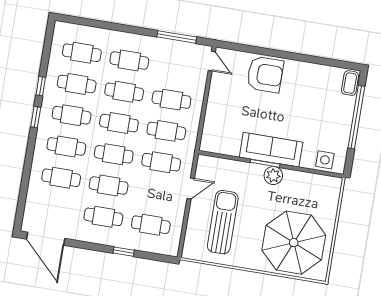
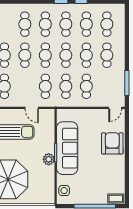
armchair: (265, 74) -> (112, 143), turned 180
sofa: (271, 150) -> (67, 148), width x1.36, depth x1.27

